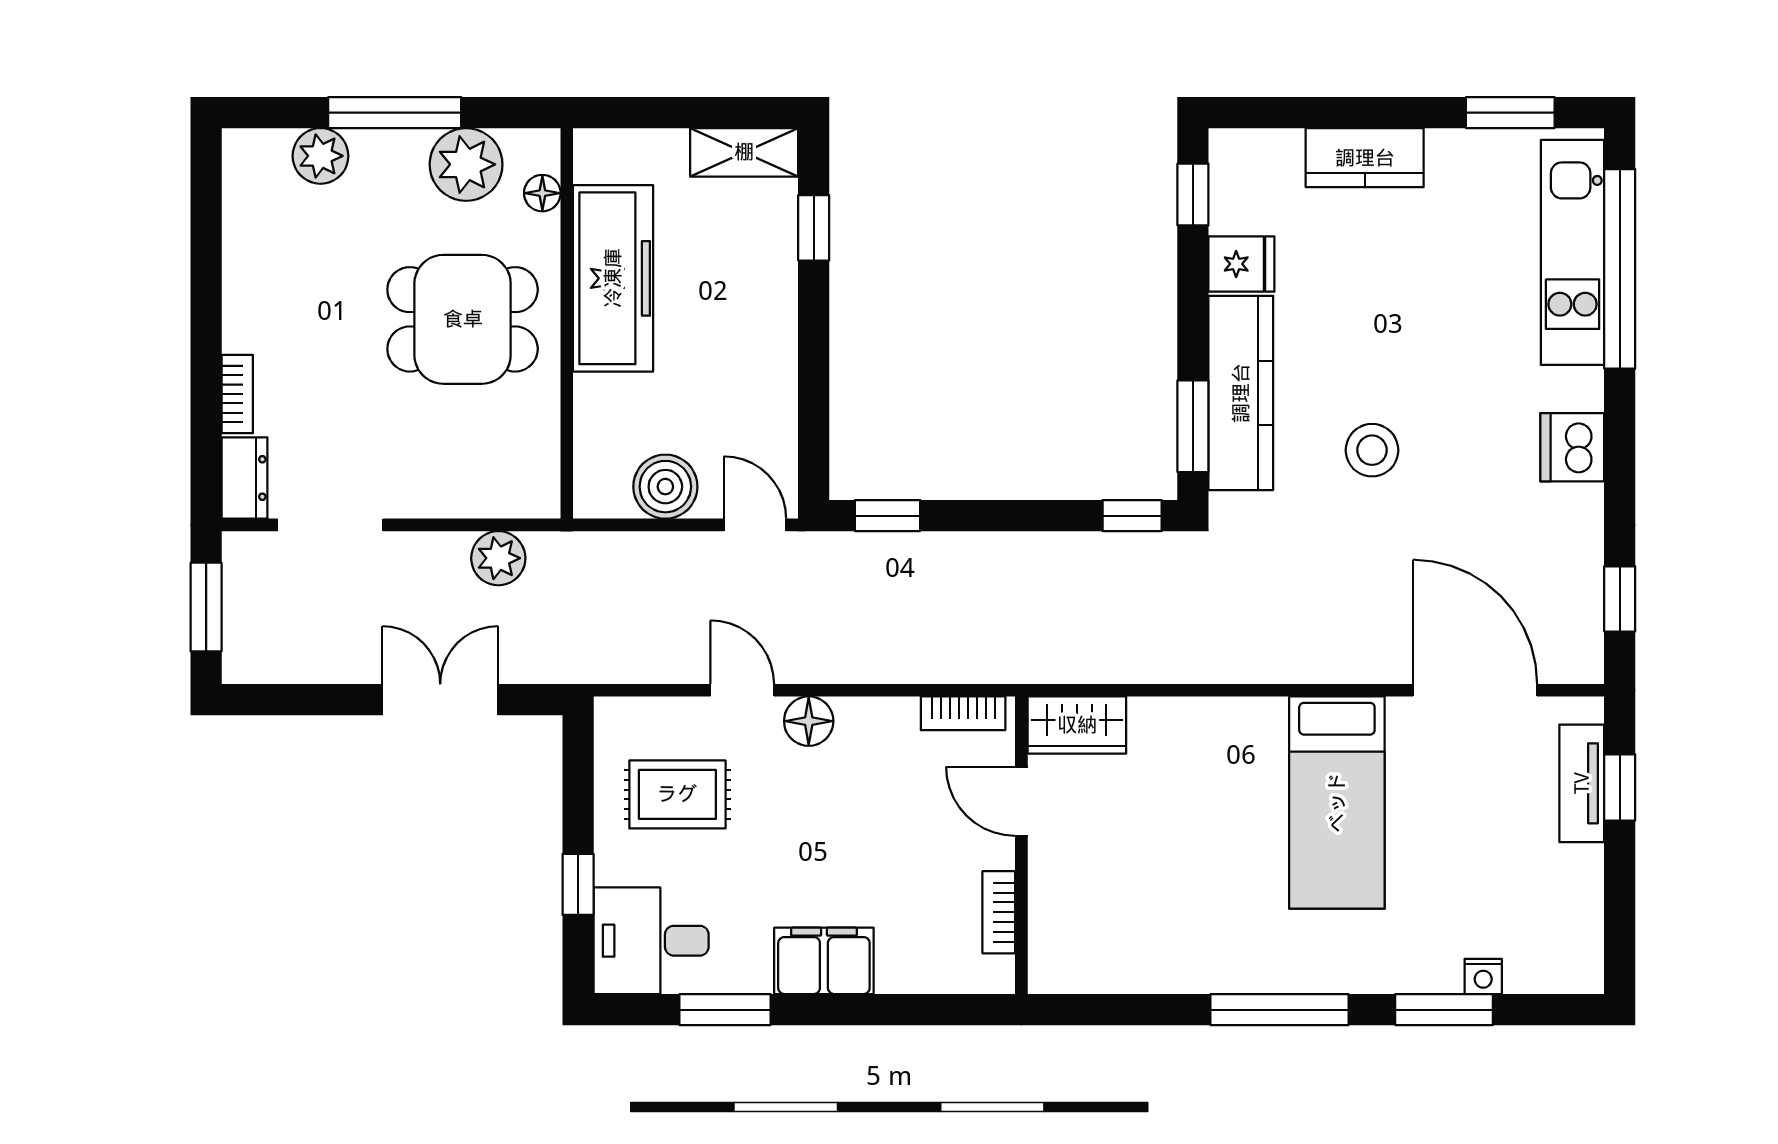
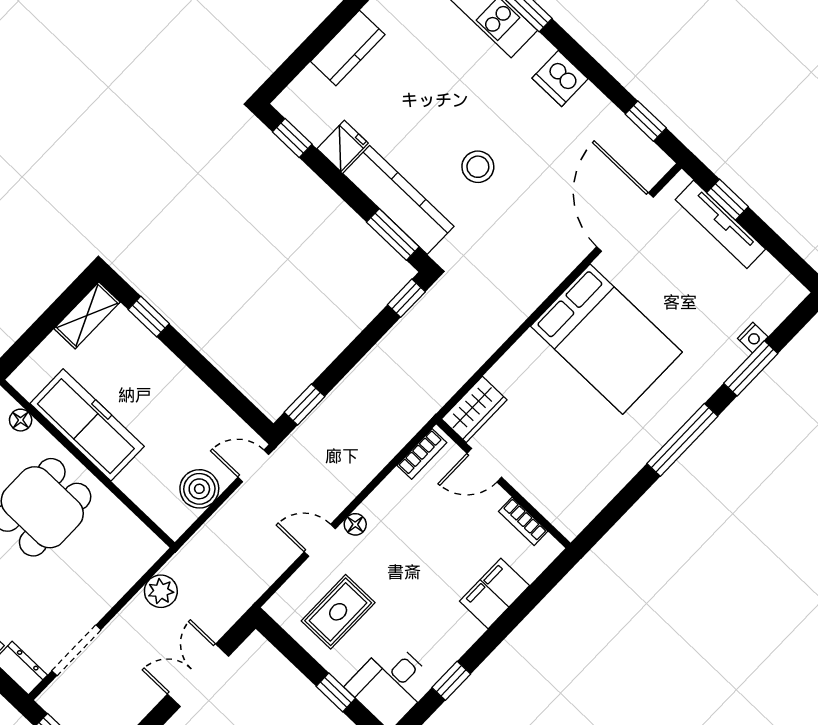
door: (1475, 690) -> (625, 222), hinge flipped
floor lamp: (809, 721) -> (355, 524), width x0.73, depth x0.73
tv unit: (1582, 783) -> (720, 224), width x1.41
bed: (1337, 803) -> (606, 339), width x1.50
filing cabinet: (824, 961) -> (494, 593), moved
window: (725, 1010) -> (451, 681), width x0.67

